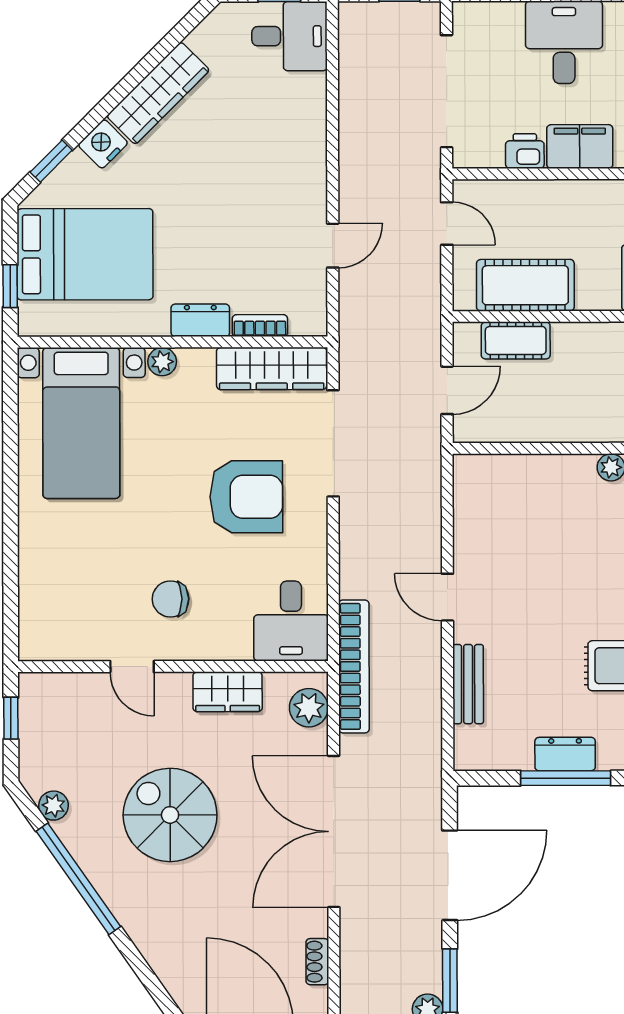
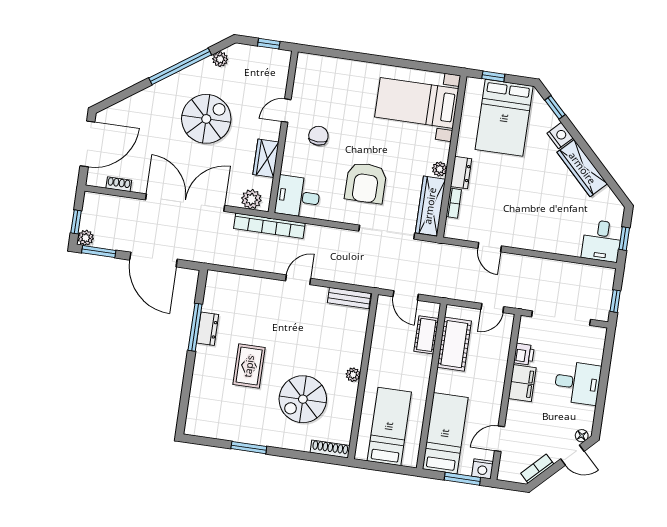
plant: (162, 362) -> (440, 169), moved
bench: (468, 684) -> (349, 298), moved

